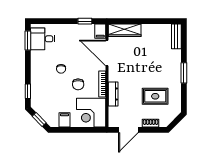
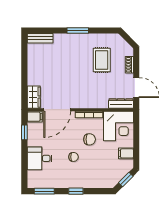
wardrobe: (125, 30) -> (34, 97), width x0.67
desk: (43, 39) -> (40, 158), moved, turned 90
window: (28, 91) -> (76, 191), moved
dresser: (113, 94) -> (121, 103), moved

